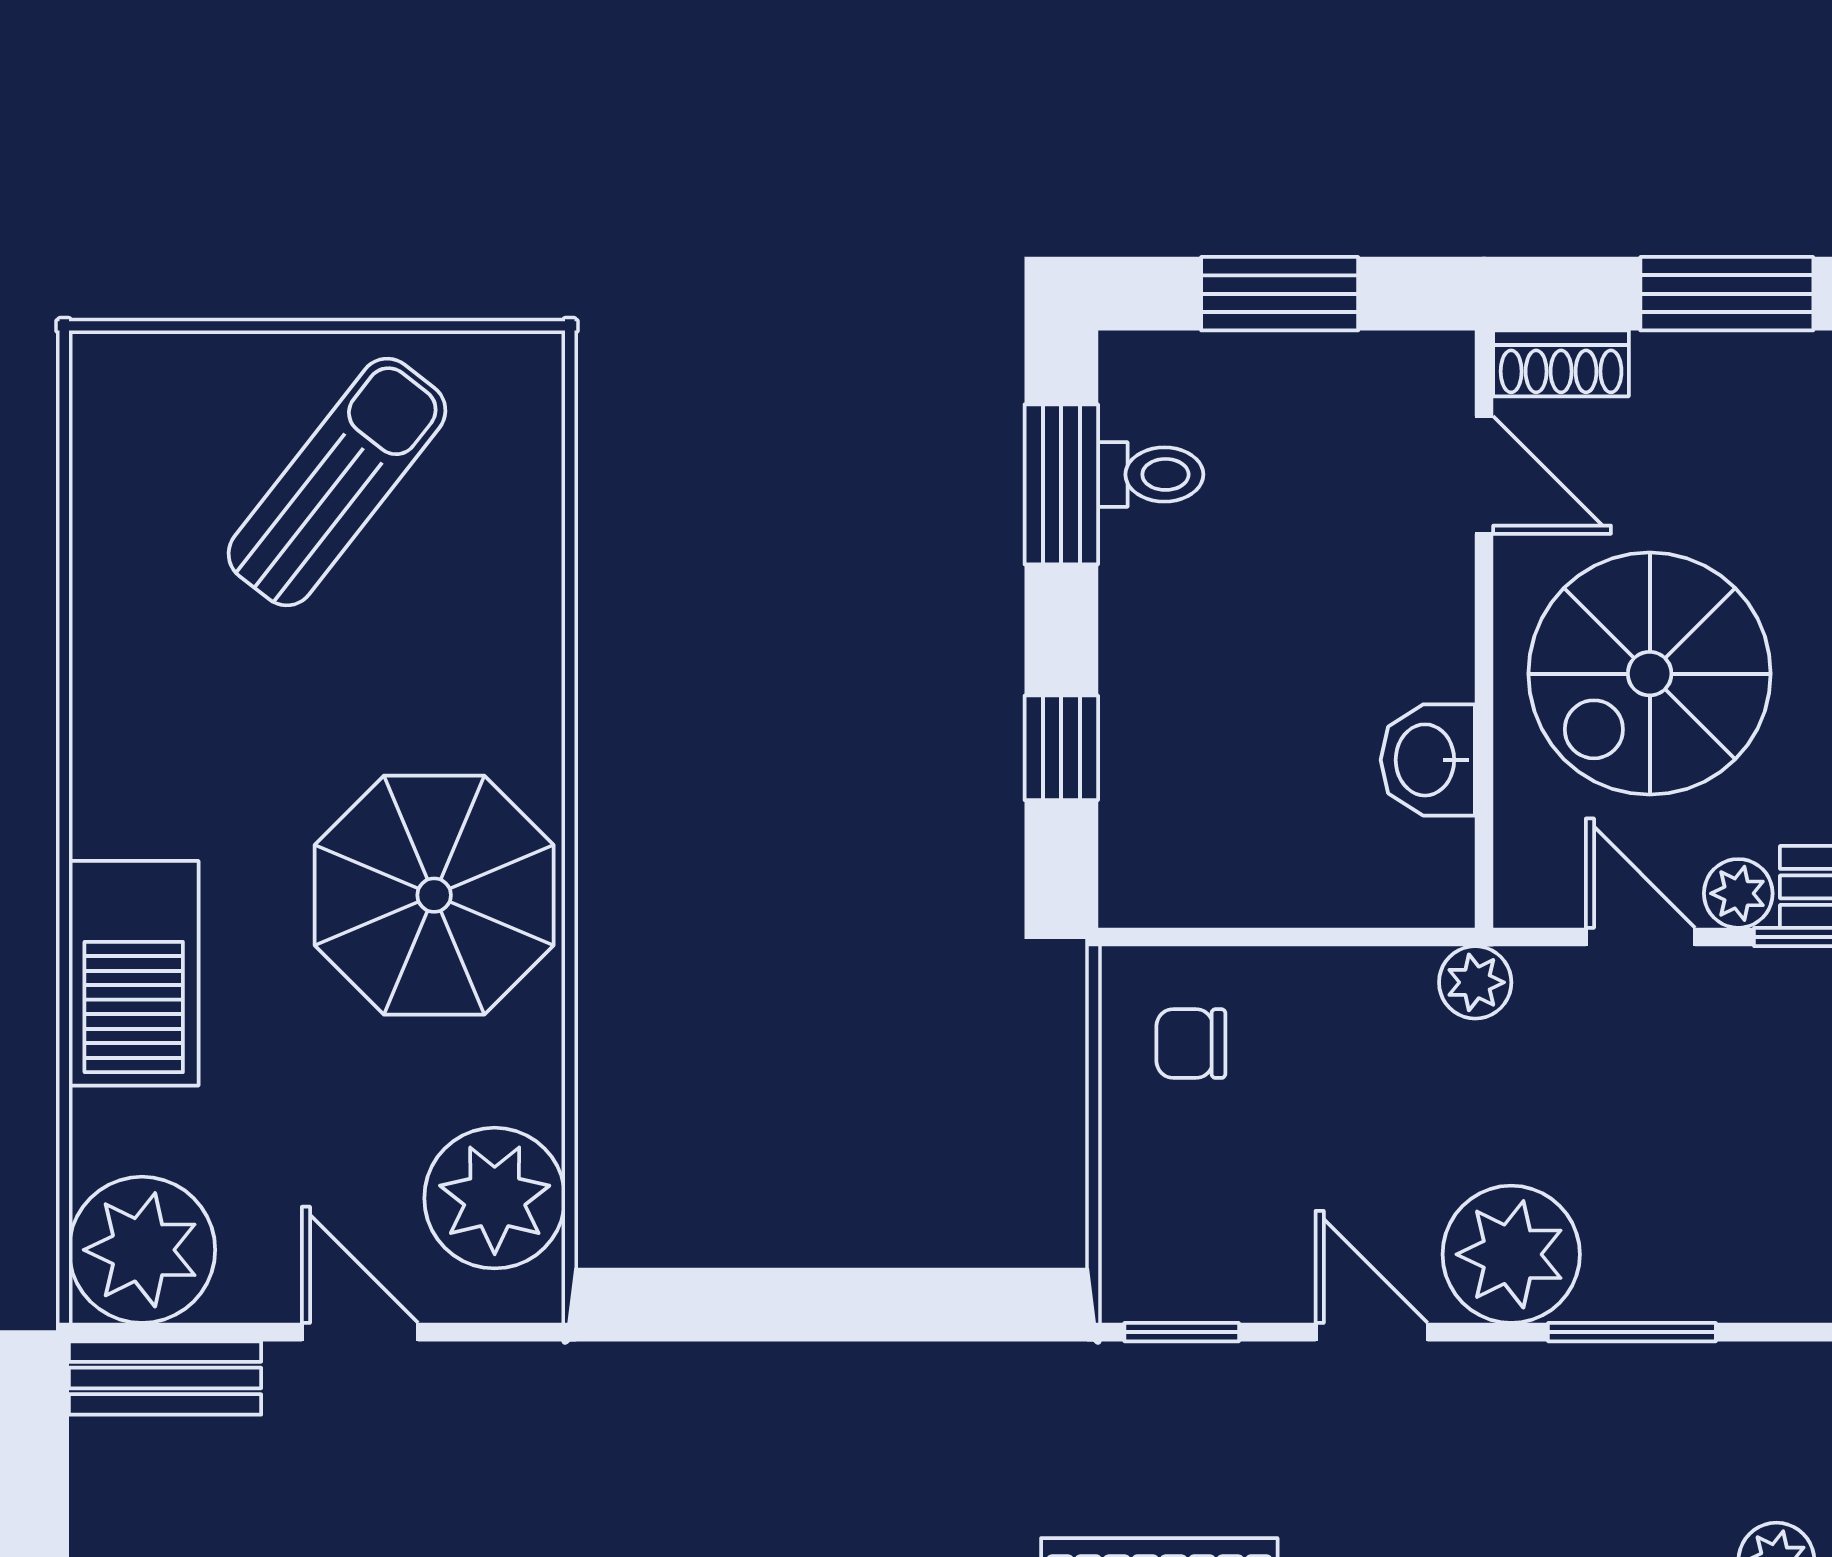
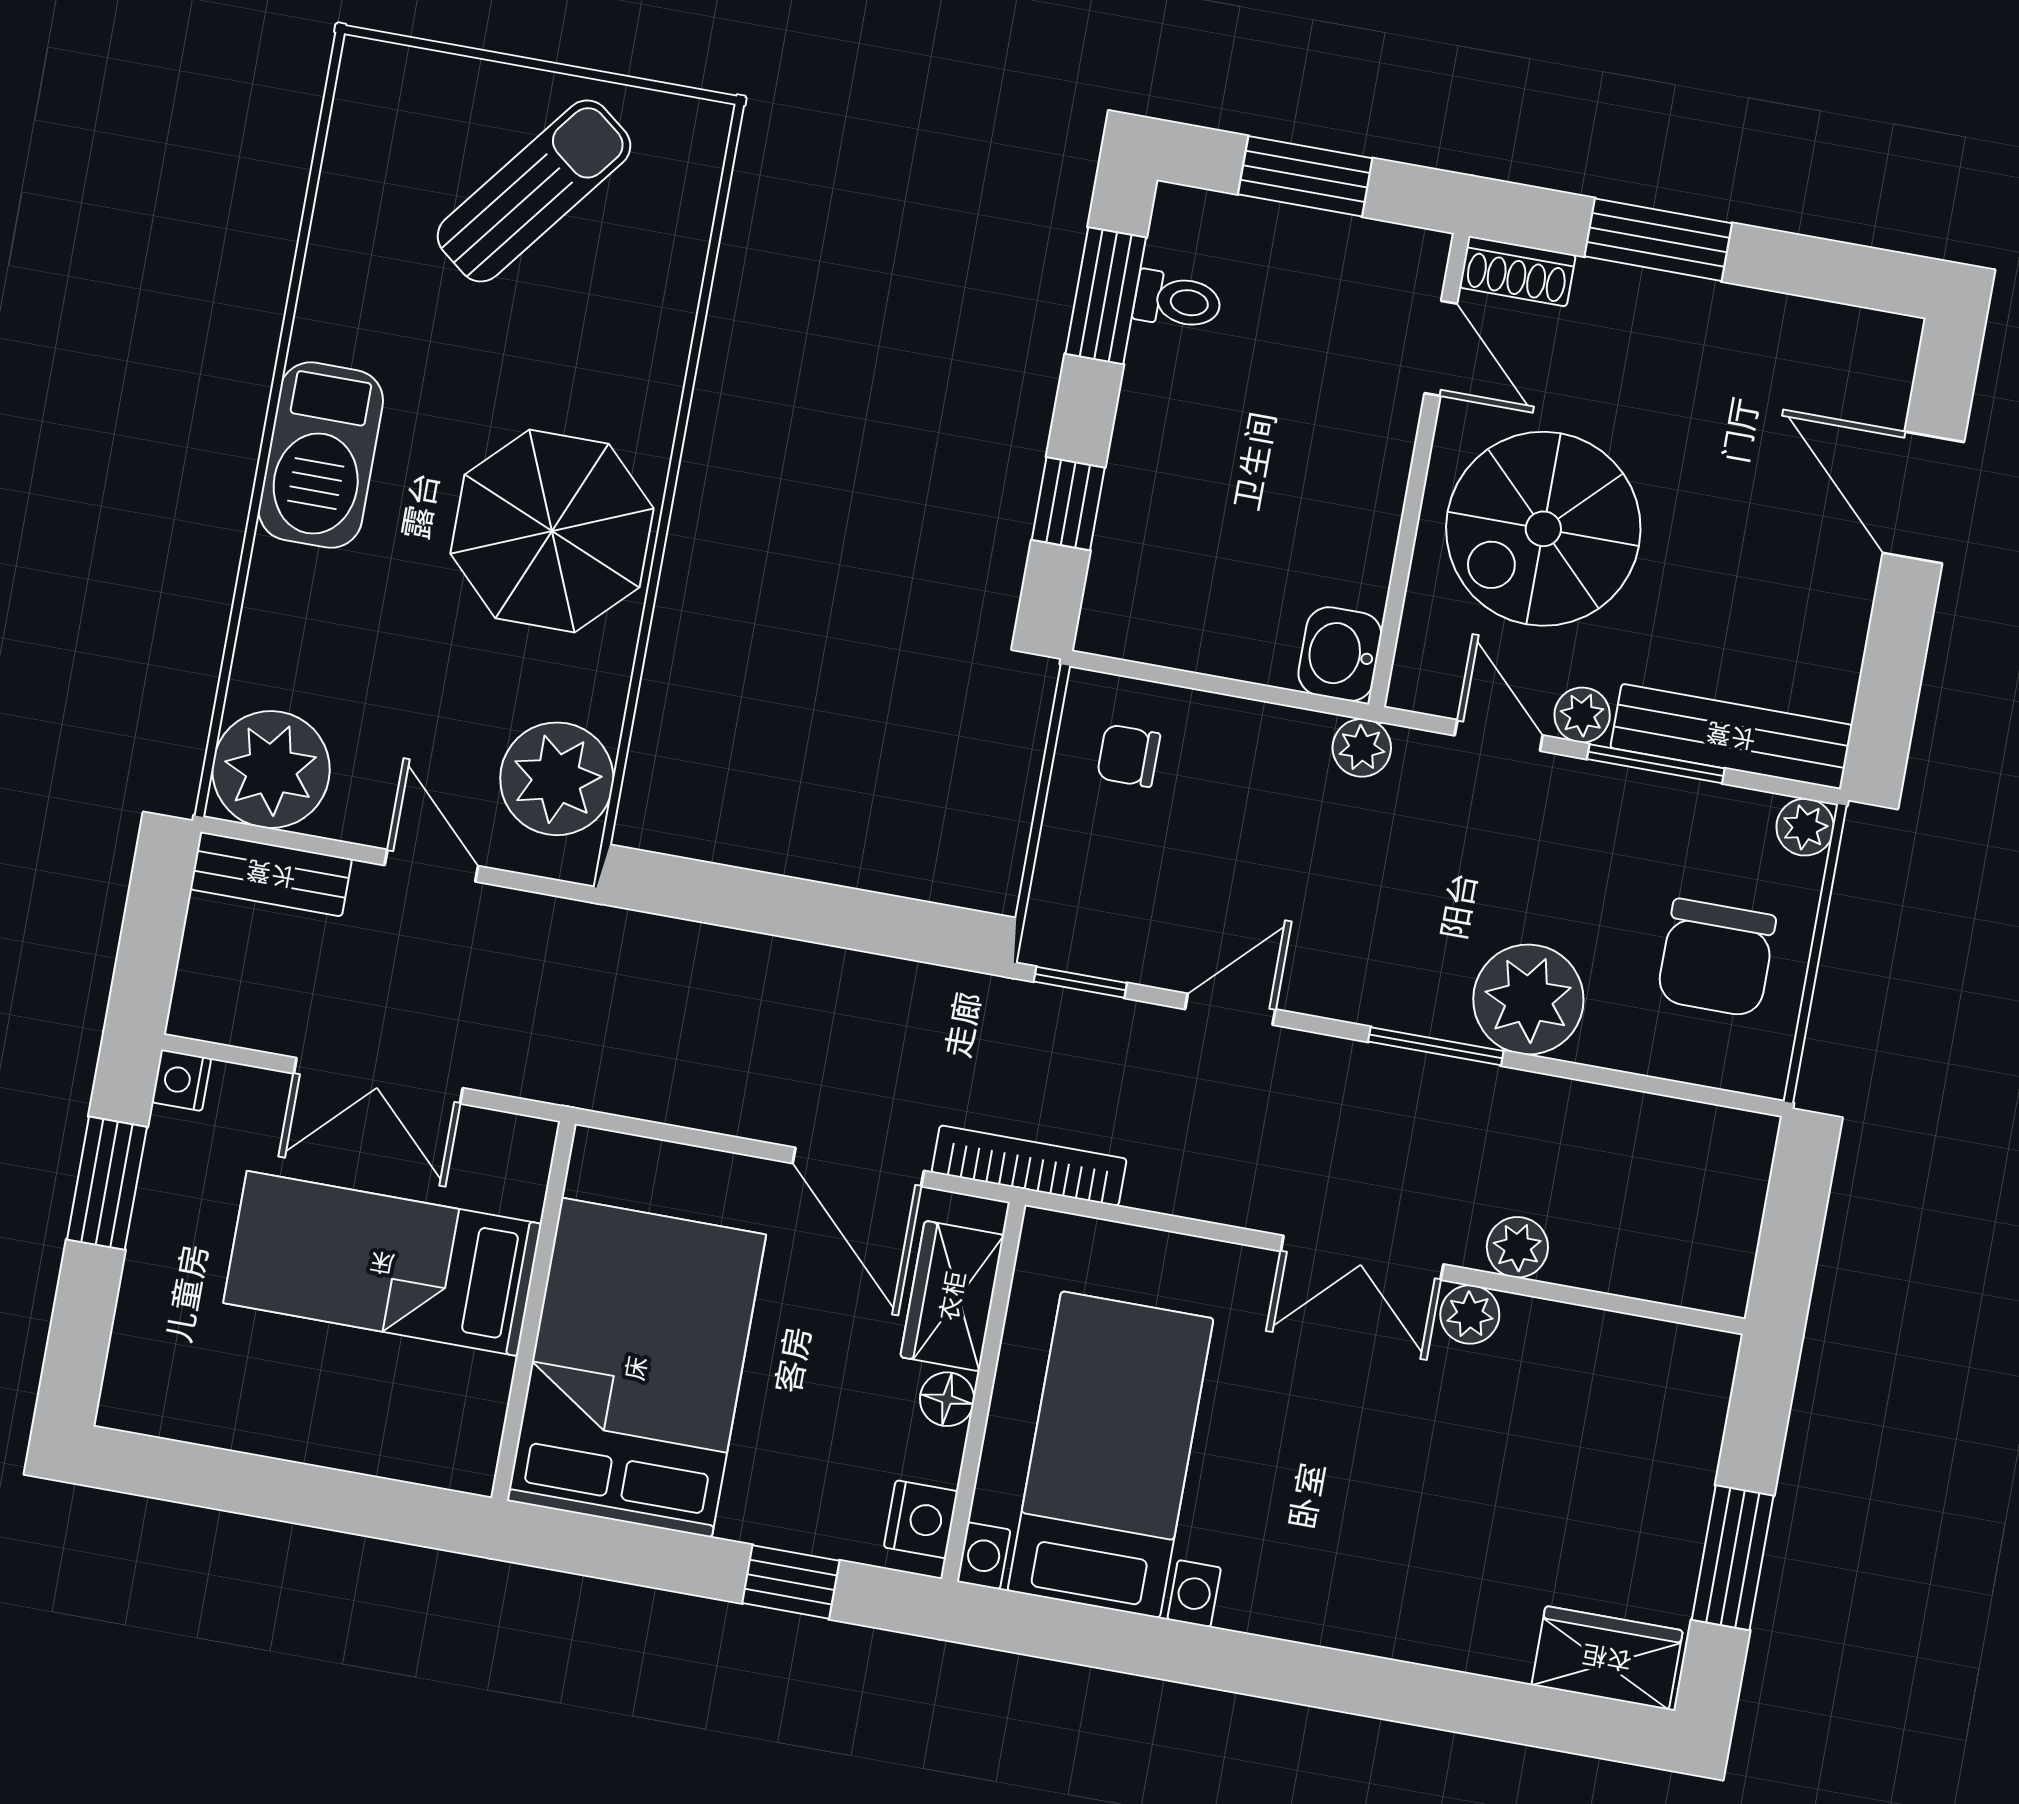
washbasin: (1428, 760) -> (1340, 654), moved
barbecue: (134, 973) -> (321, 455), moved
plant: (1511, 1254) -> (1528, 999), moved
door: (1372, 1332) -> (1230, 1009), hinge flipped

